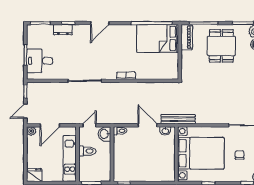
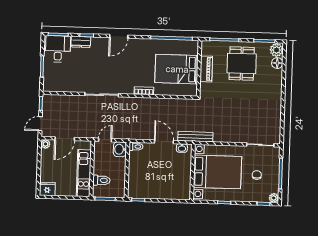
piano: (187, 37) -> (206, 69), moved
bed: (158, 38) -> (177, 69), moved
desk: (40, 61) -> (58, 49), moved, turned 90
toilet: (87, 151) -> (101, 180), moved

